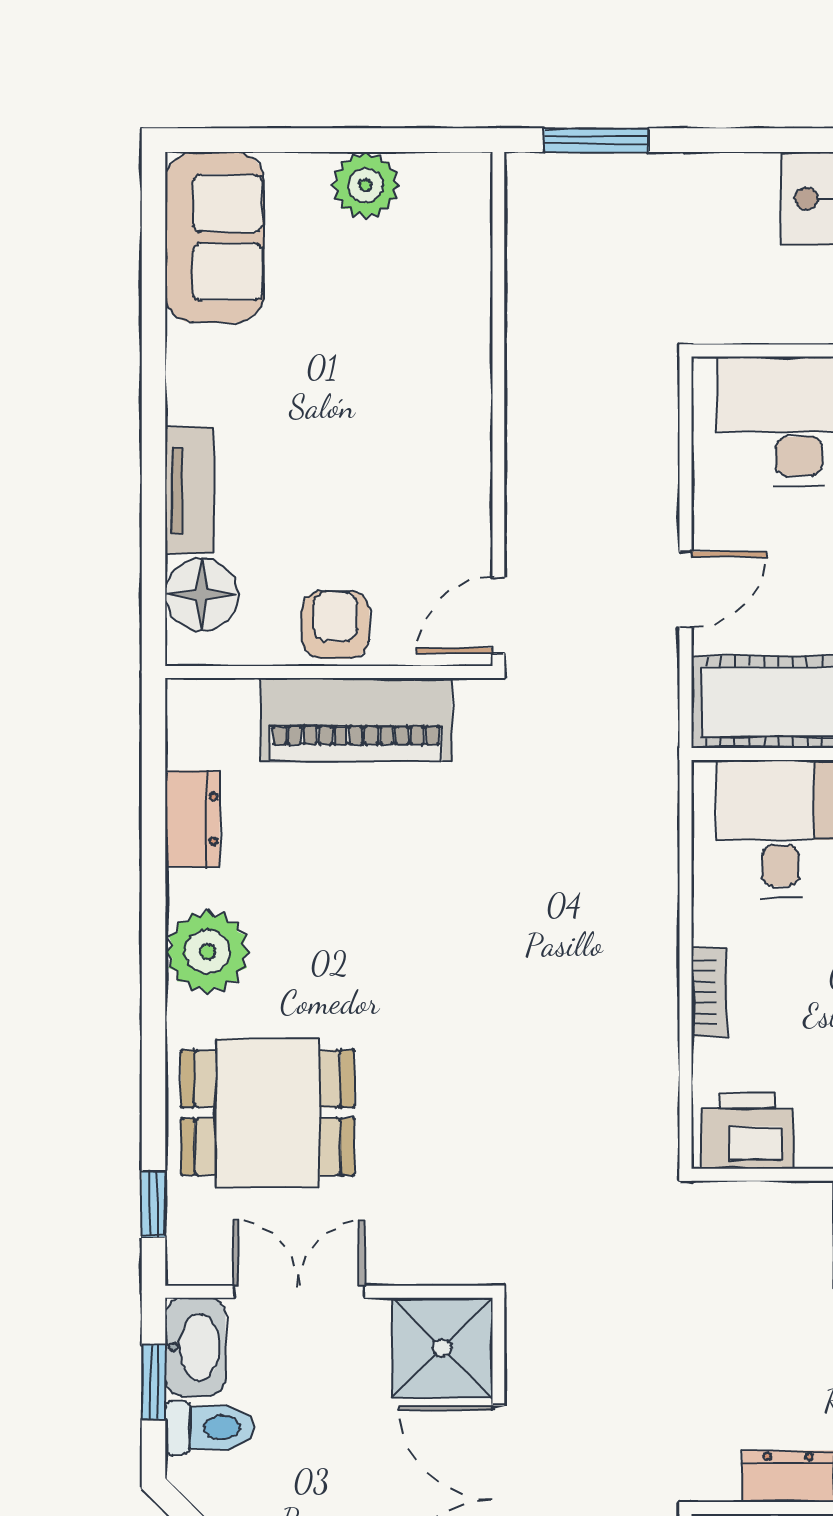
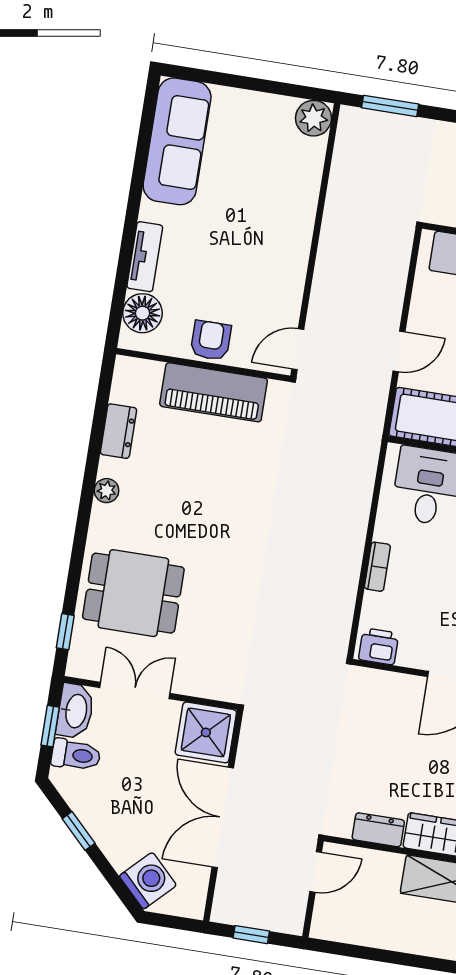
plant: (366, 185) -> (314, 118), moved
sofa: (215, 237) -> (177, 141), width x1.36
plant: (208, 952) -> (106, 491), width x0.53, depth x0.53
printer: (747, 1131) -> (379, 646), width x0.73, depth x0.81

